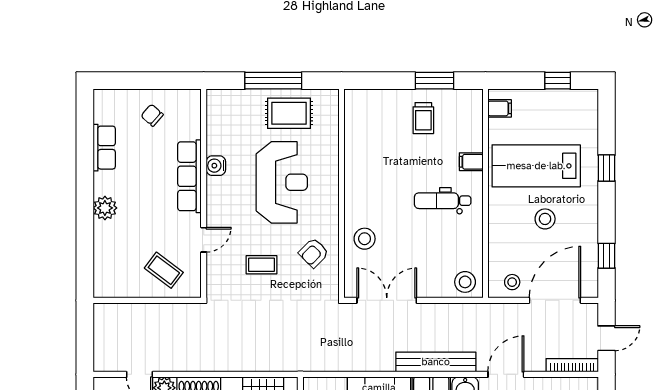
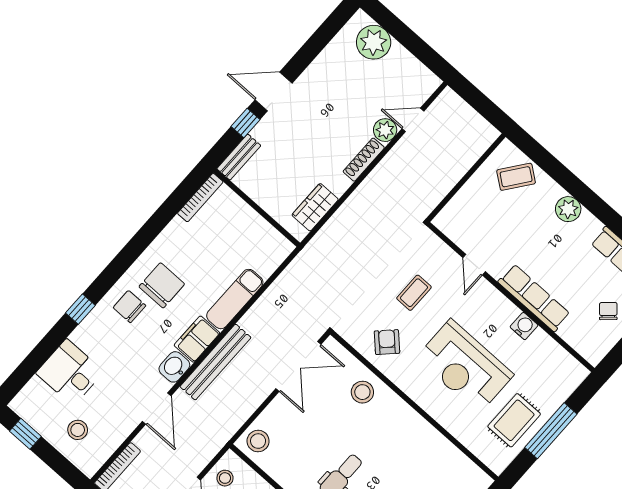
chair: (152, 115) -> (608, 311), turned -83
coffee table: (164, 270) -> (516, 177), moved

